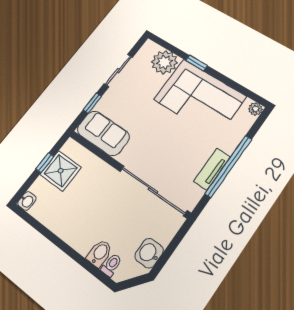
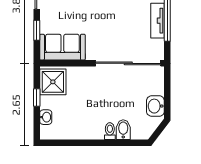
shower: (61, 171) -> (53, 82), moved
washbasin: (27, 201) -> (46, 117), moved
toilet: (111, 265) -> (110, 131), moved

